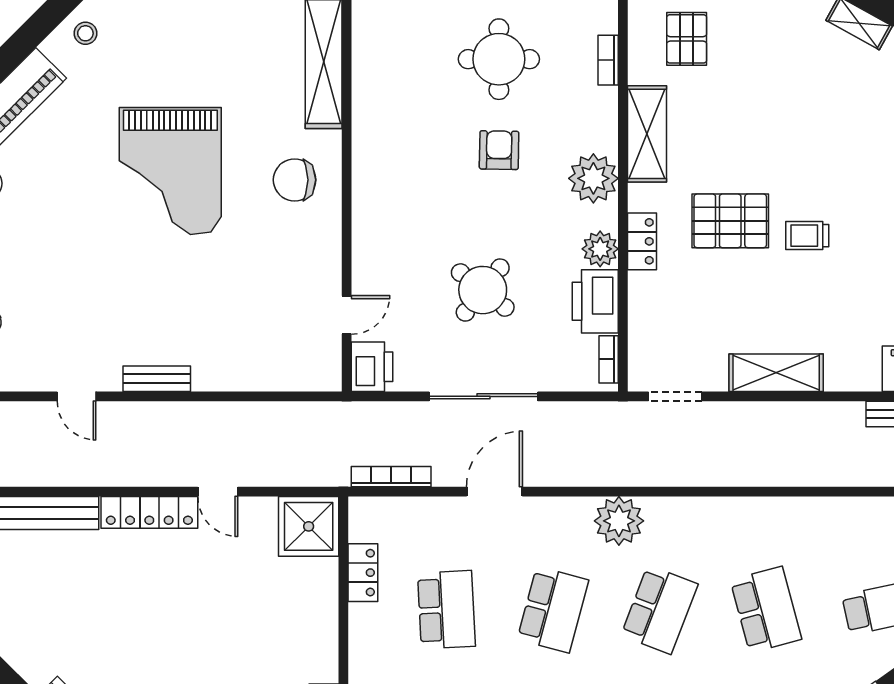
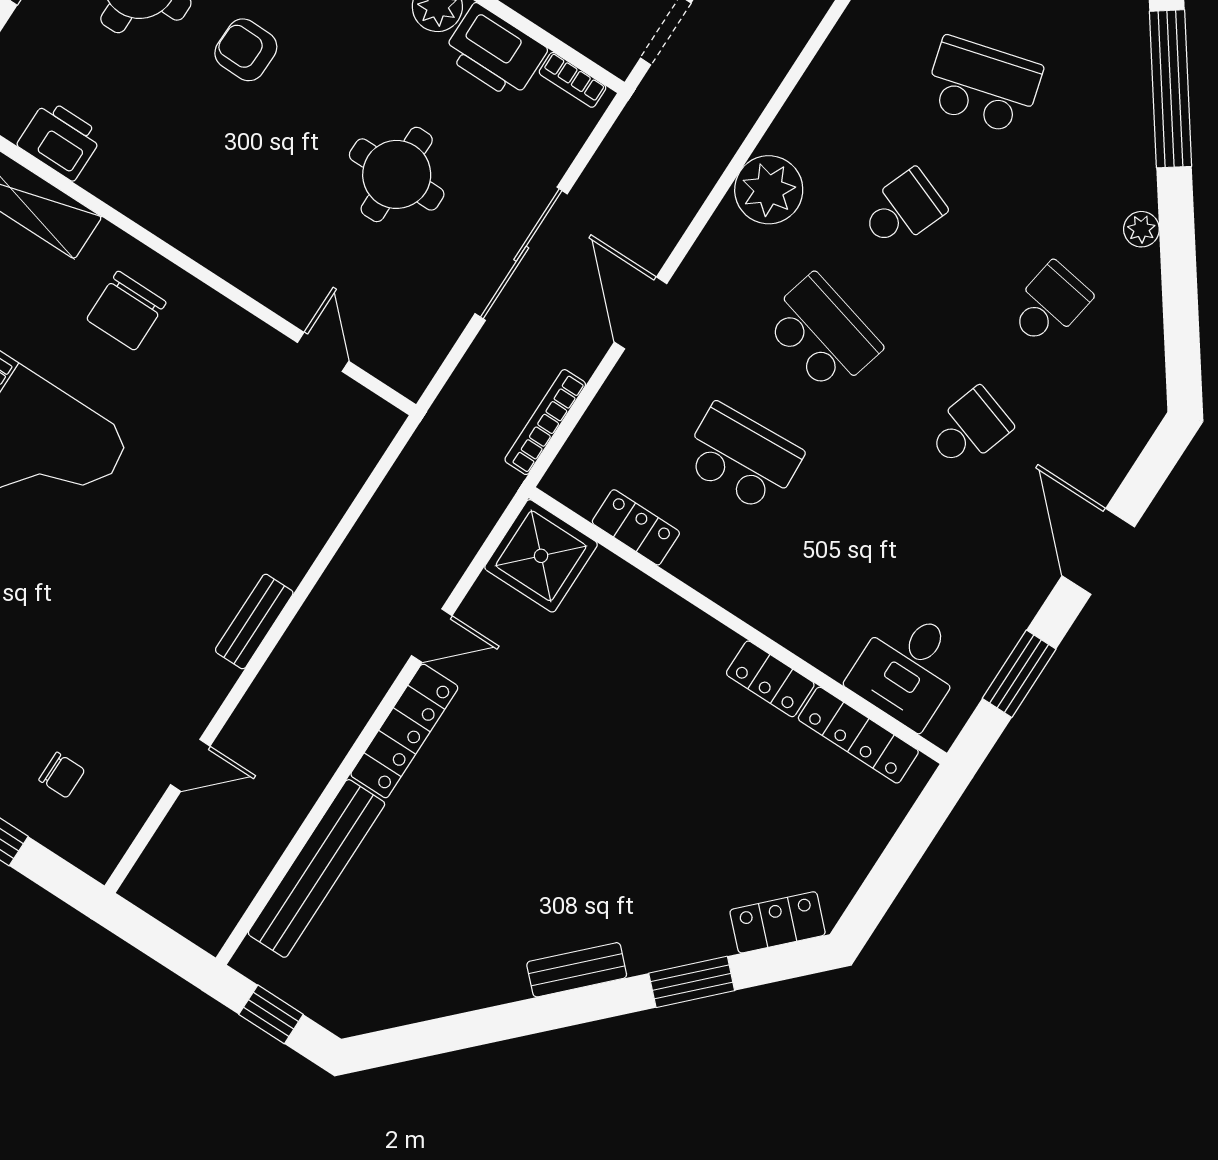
round table: (483, 290) -> (397, 174), turned -38
printer: (372, 367) -> (60, 140), moved
door: (76, 396) -> (190, 765), moved
school desk: (659, 610) -> (903, 210), width x0.54

